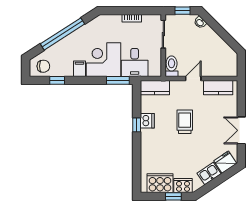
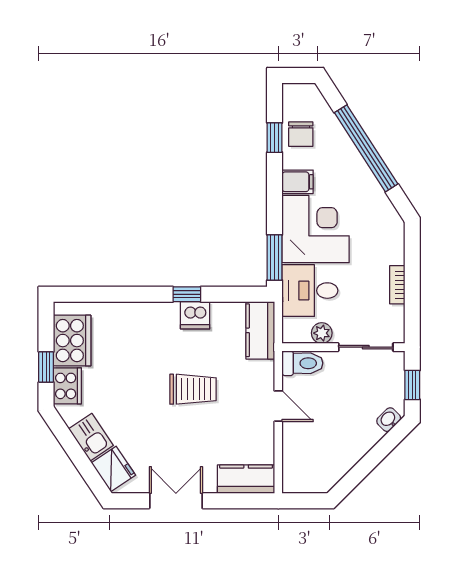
plant: (156, 56) -> (322, 333), added
chair: (43, 66) -> (301, 134), moved
kitchen counter: (218, 88) -> (246, 479), moved, turned 90

